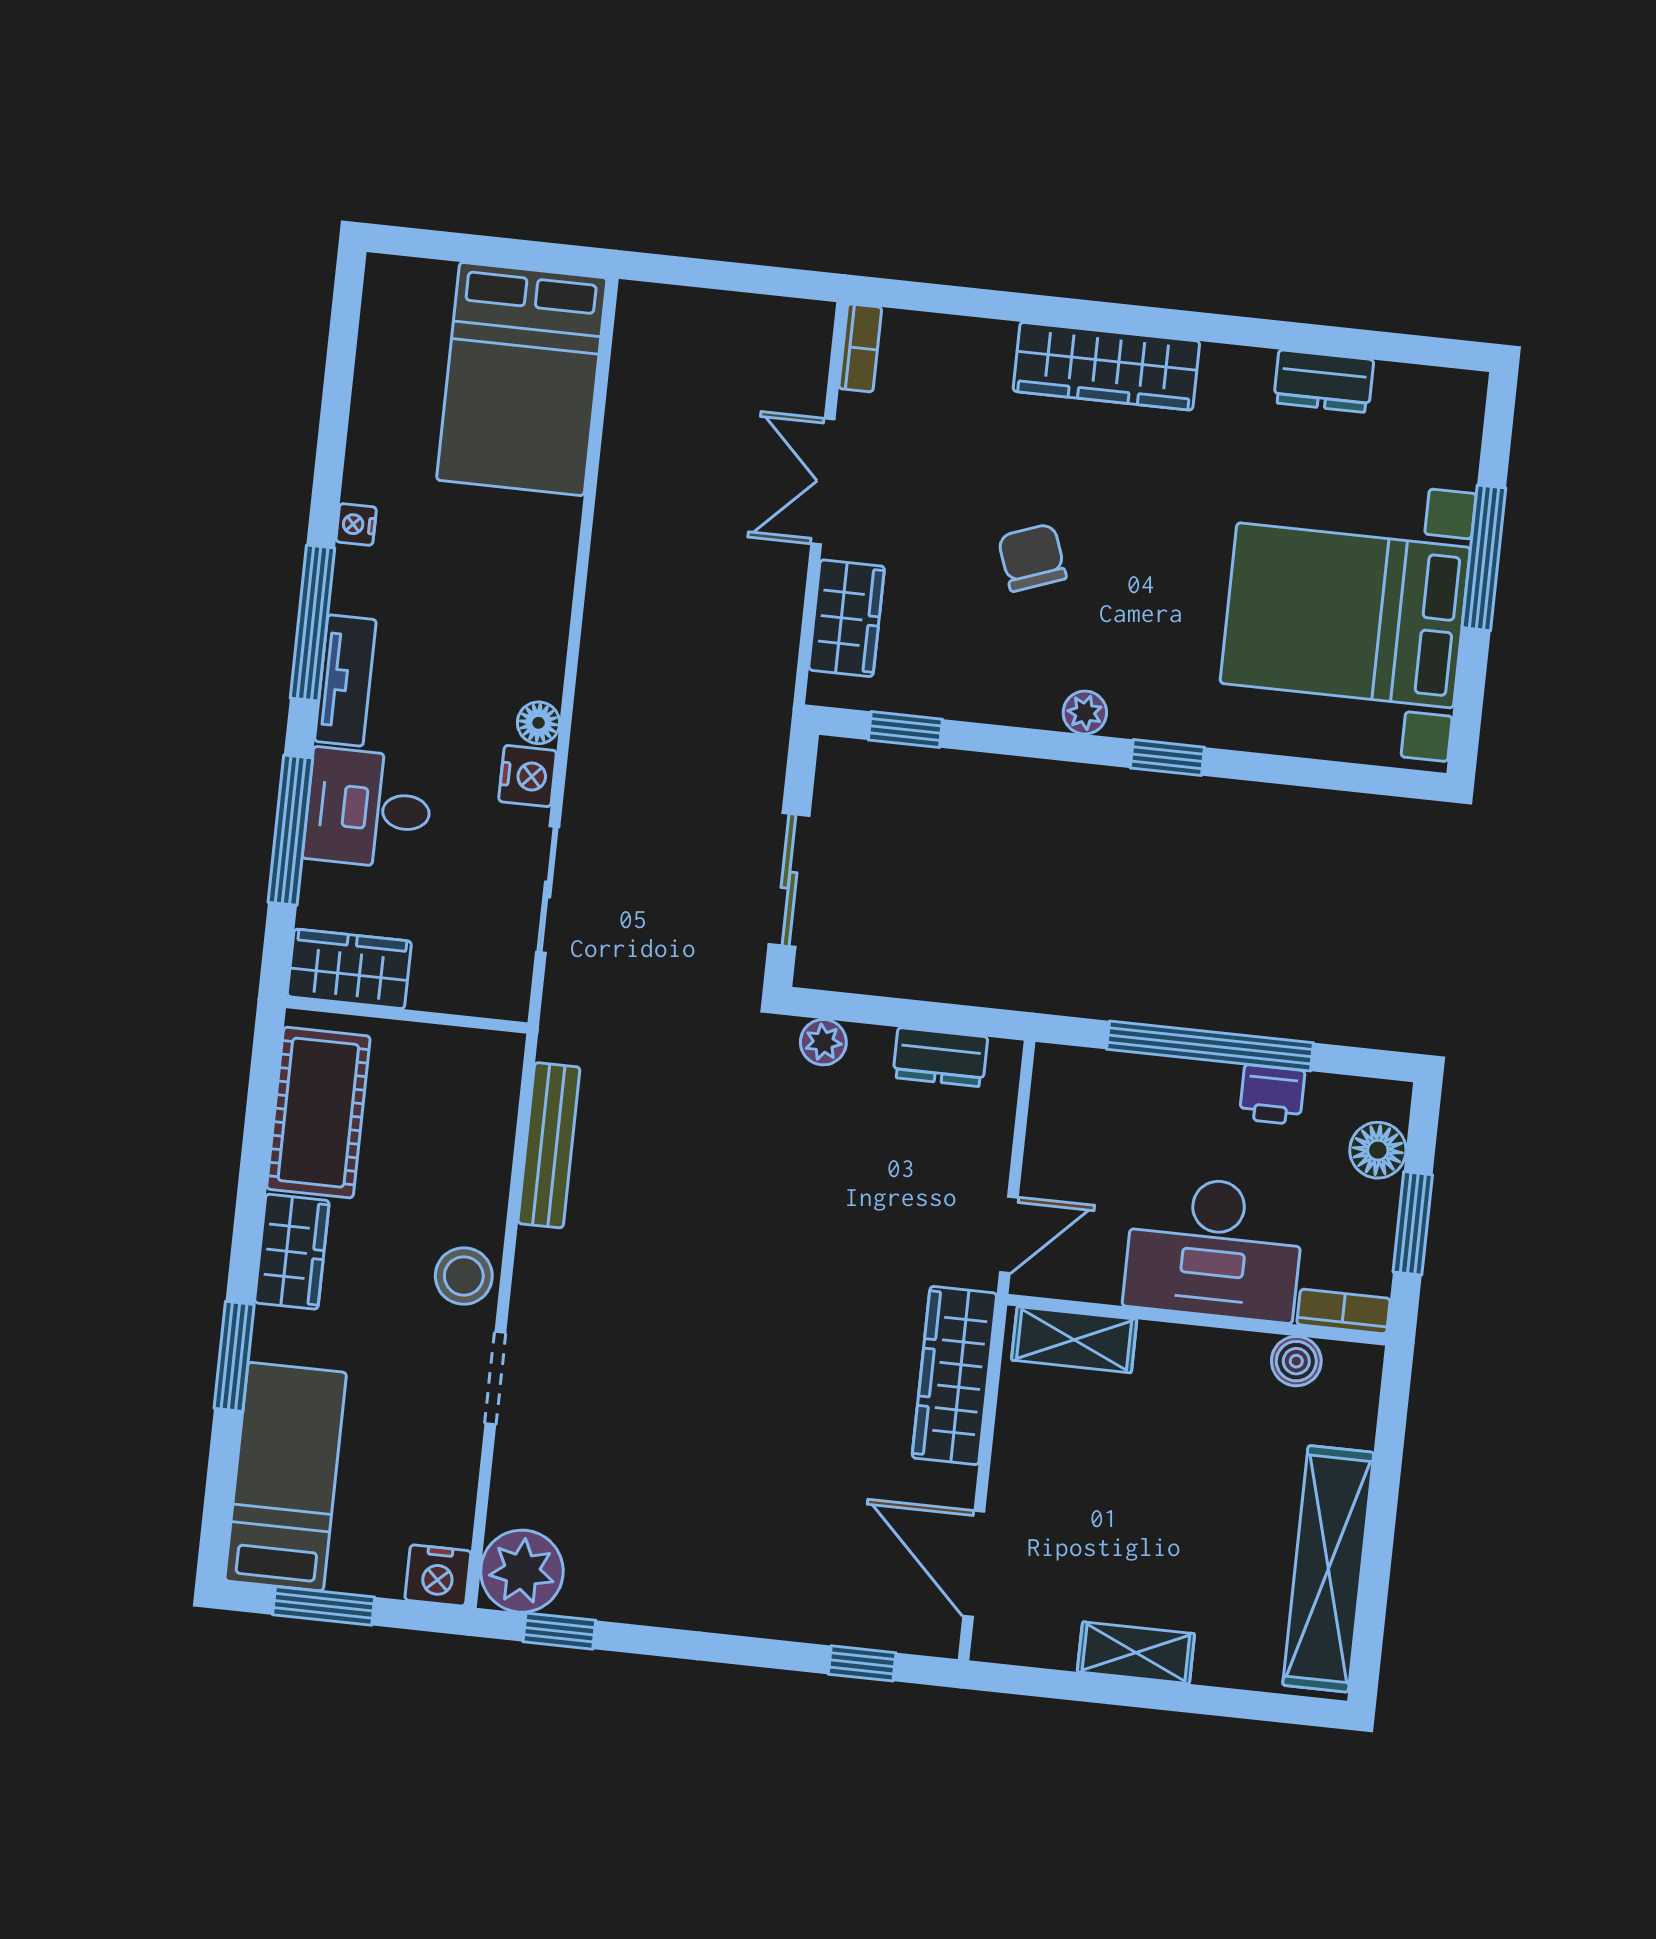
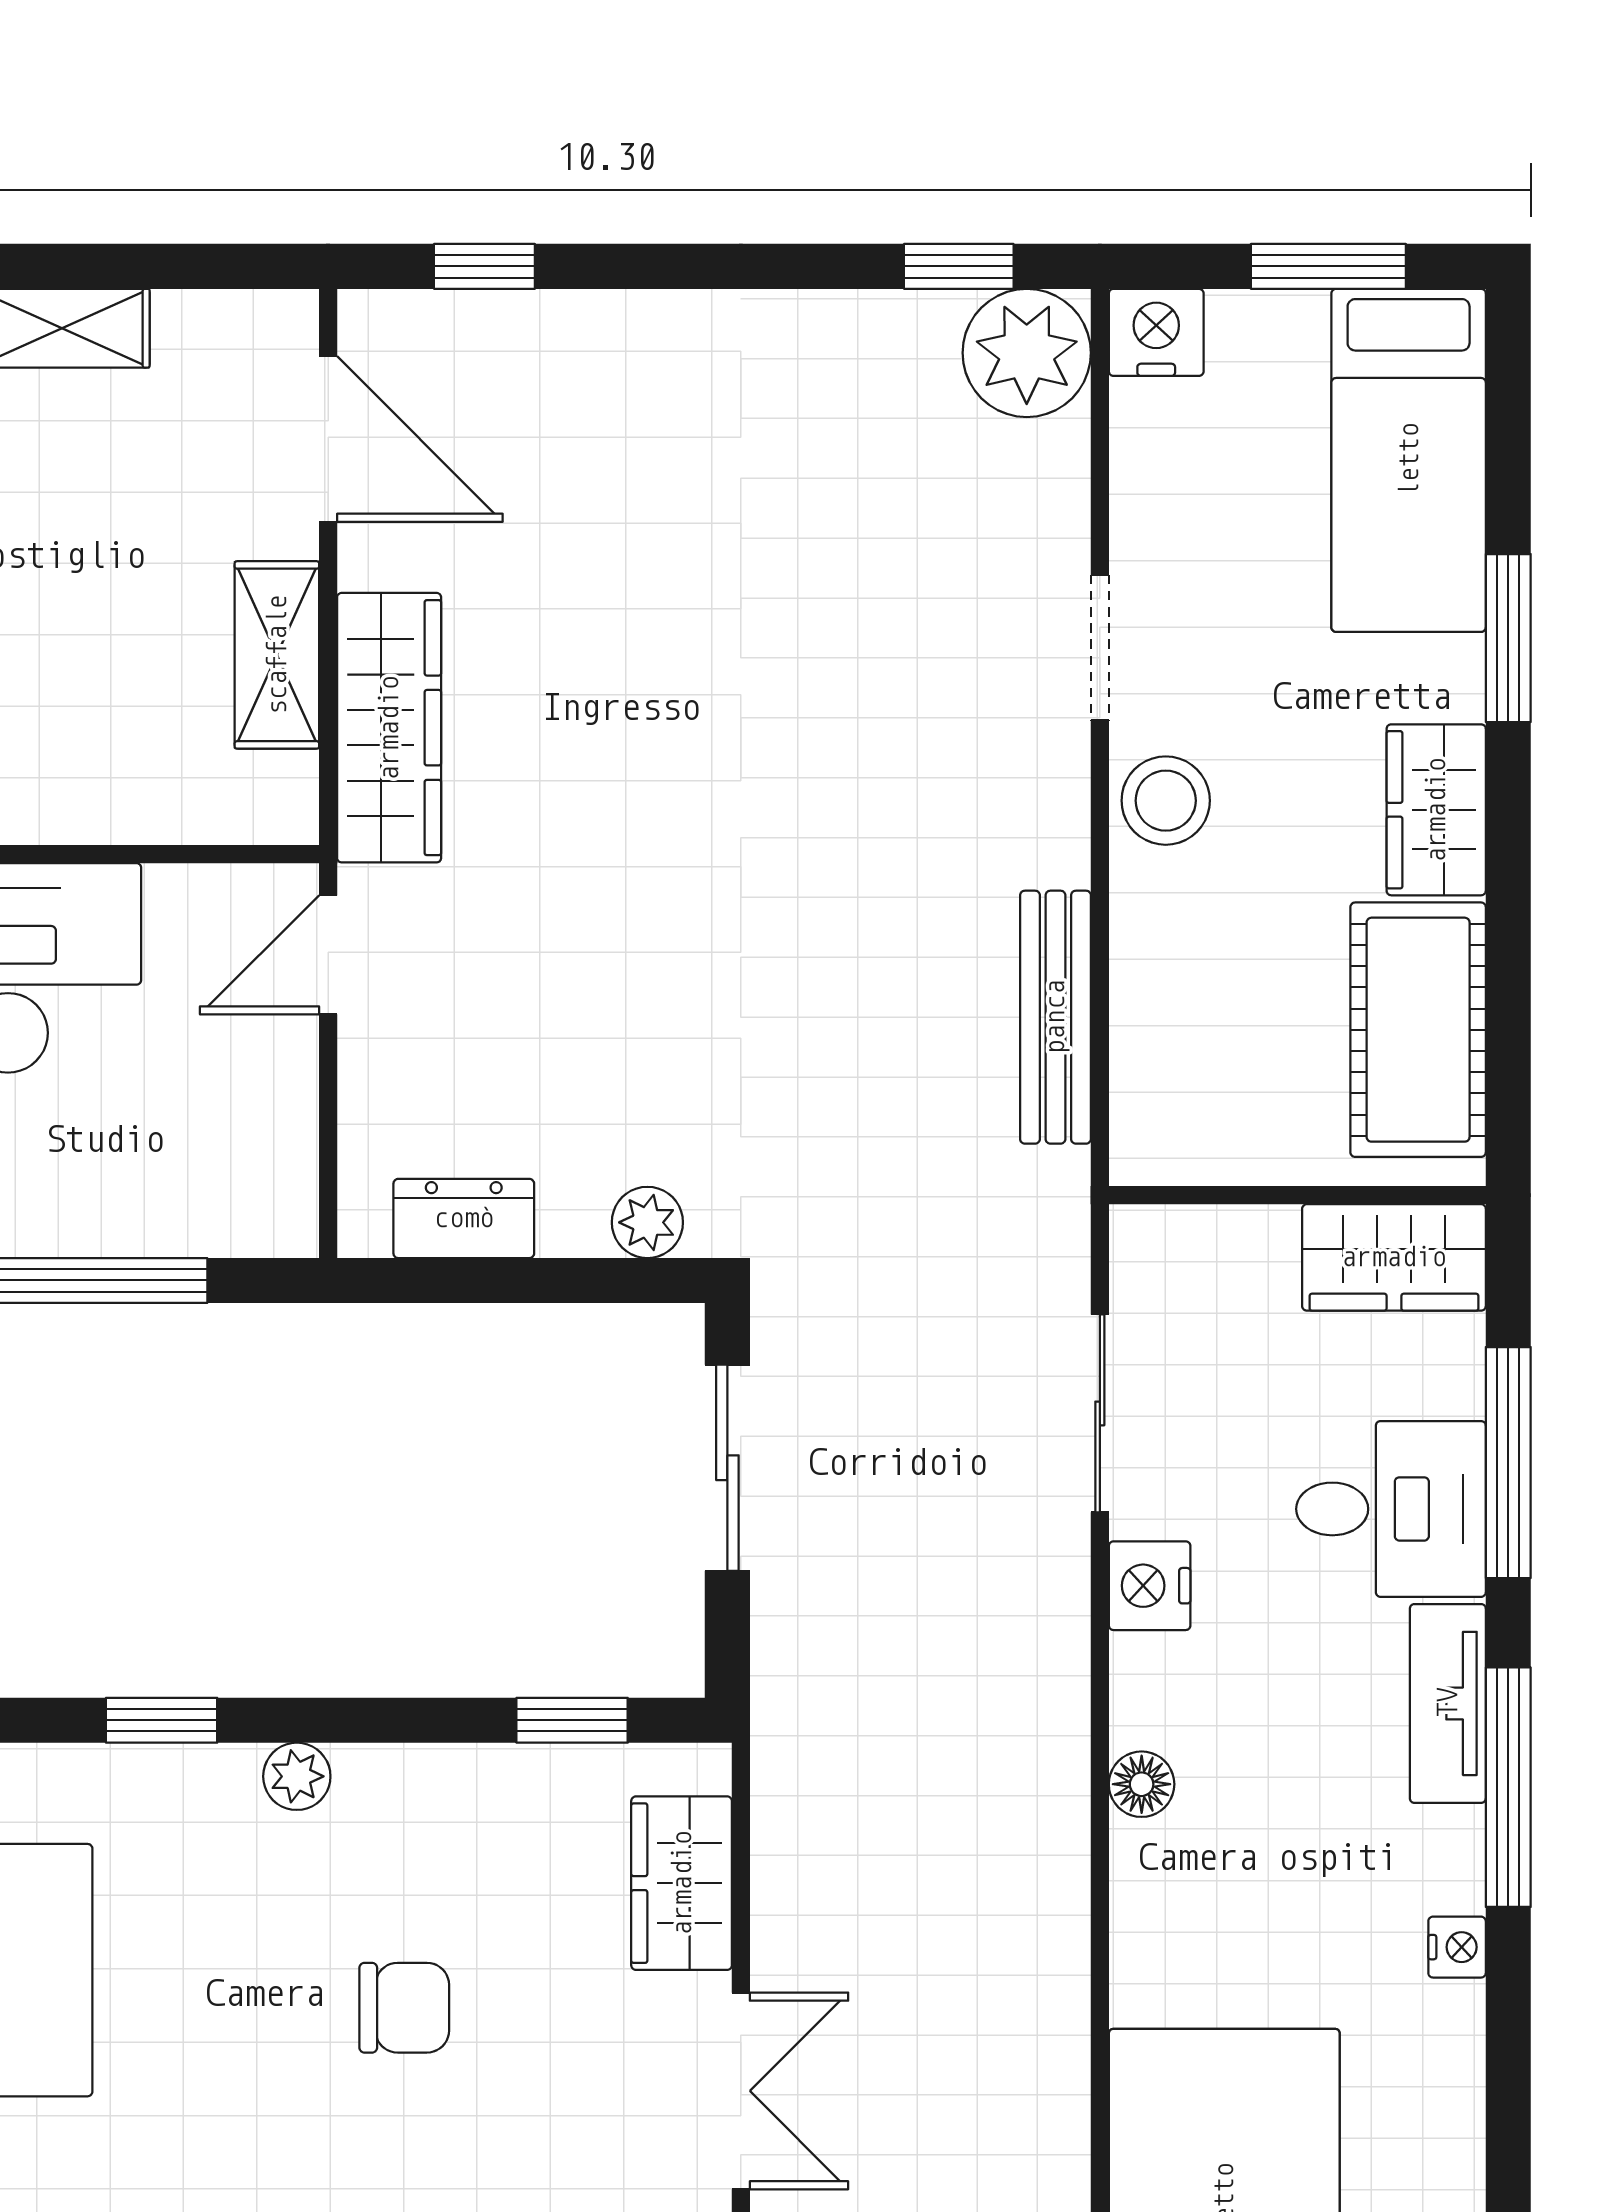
chair: (1032, 558) -> (404, 2008), turned -70
floor lamp: (538, 723) -> (1142, 1784), moved
shelving: (1074, 1340) -> (277, 655), moved, turned 90

